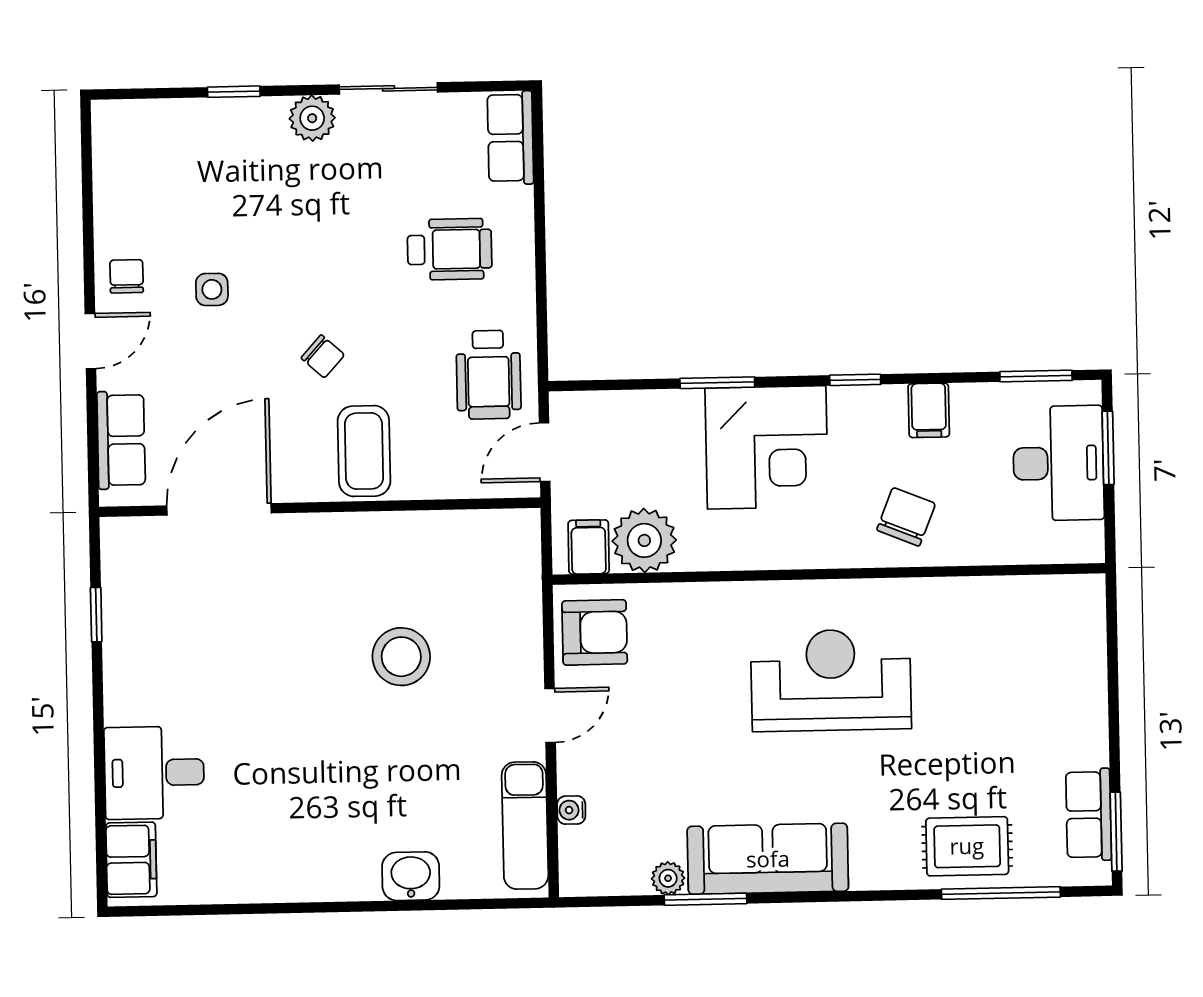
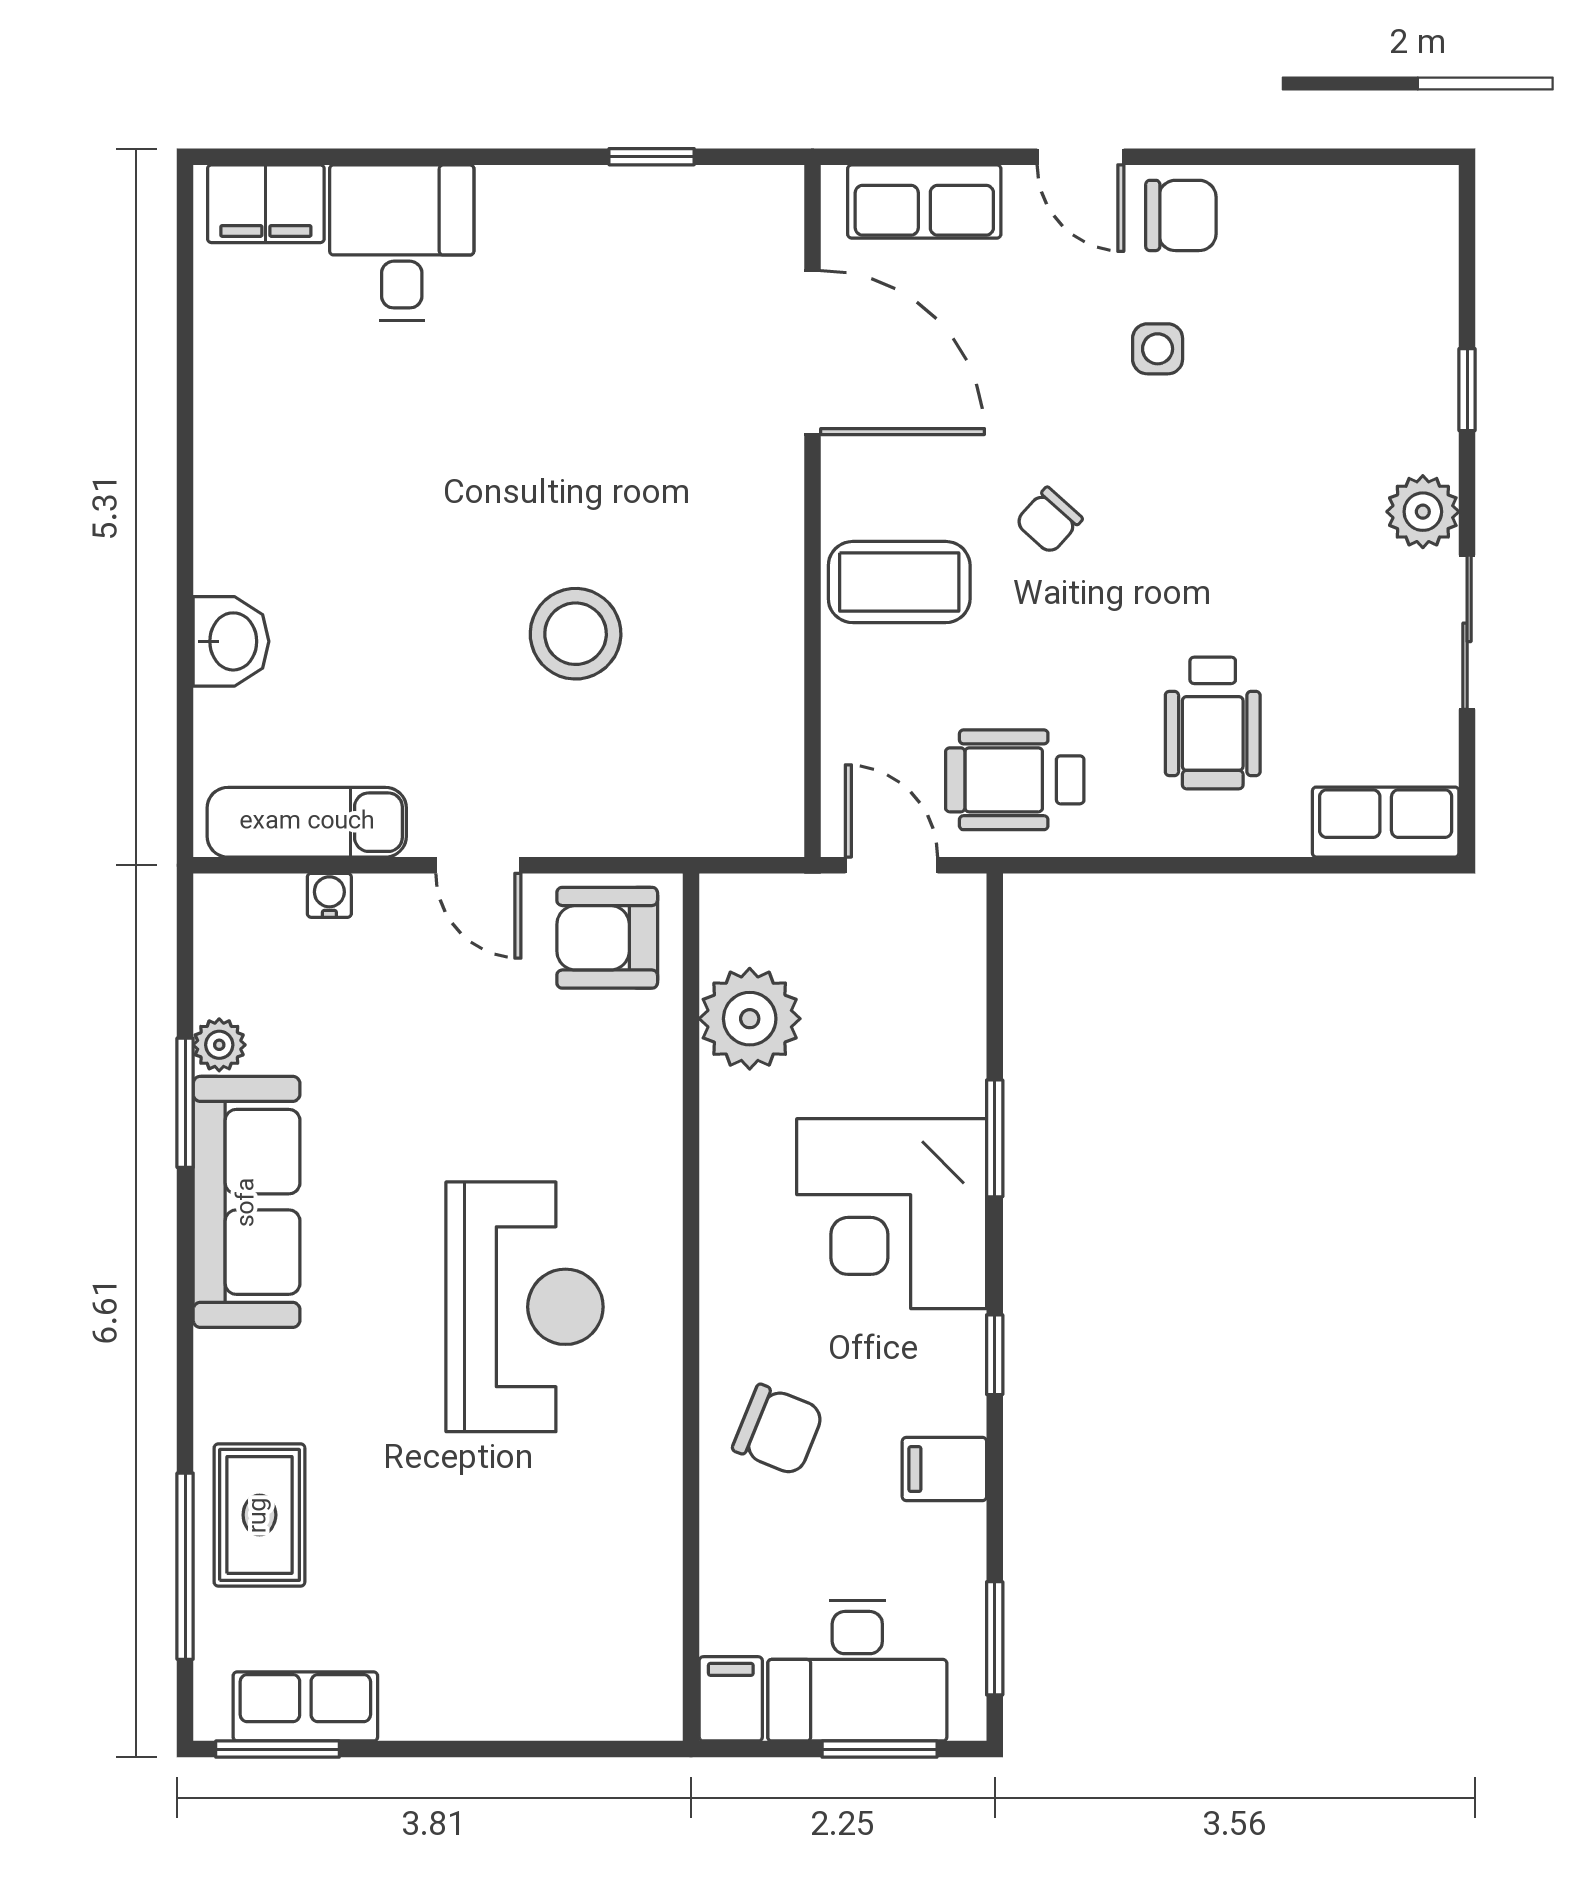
chair: (127, 276) -> (1181, 215), width x1.37, depth x1.37
filing cabinet: (589, 547) -> (731, 1699), moved, turned -90
armchair: (595, 632) -> (607, 938), turned 90

